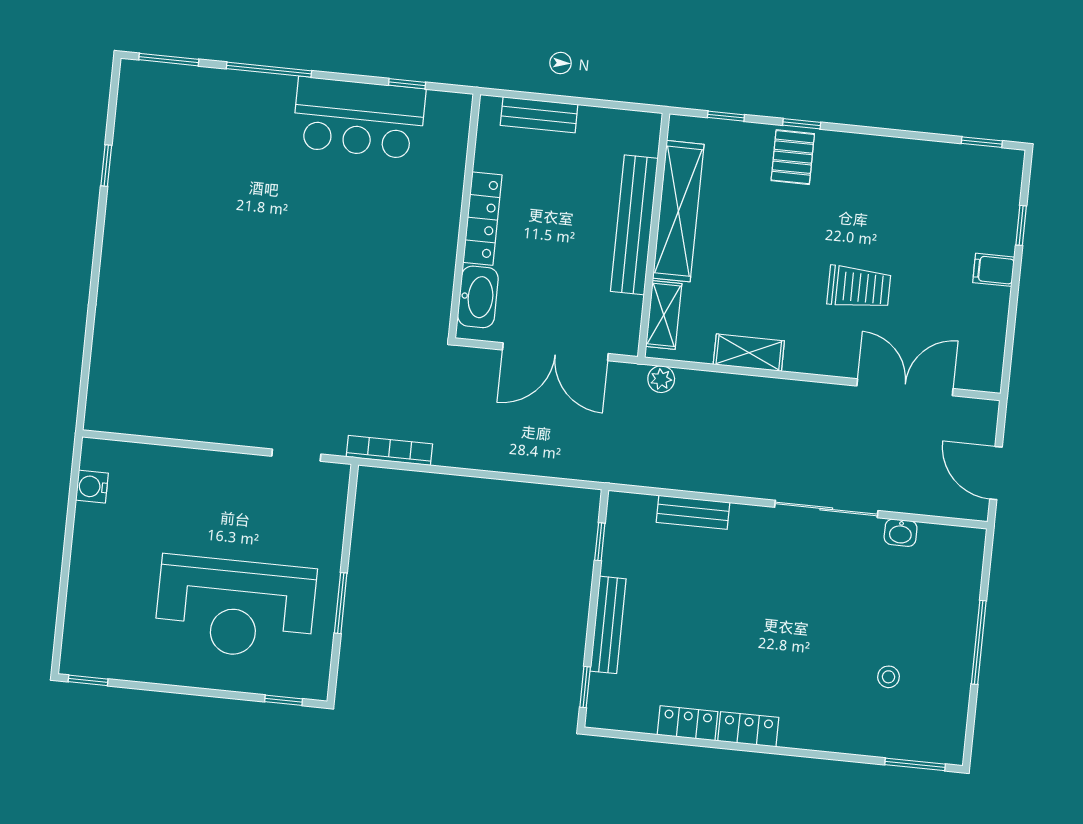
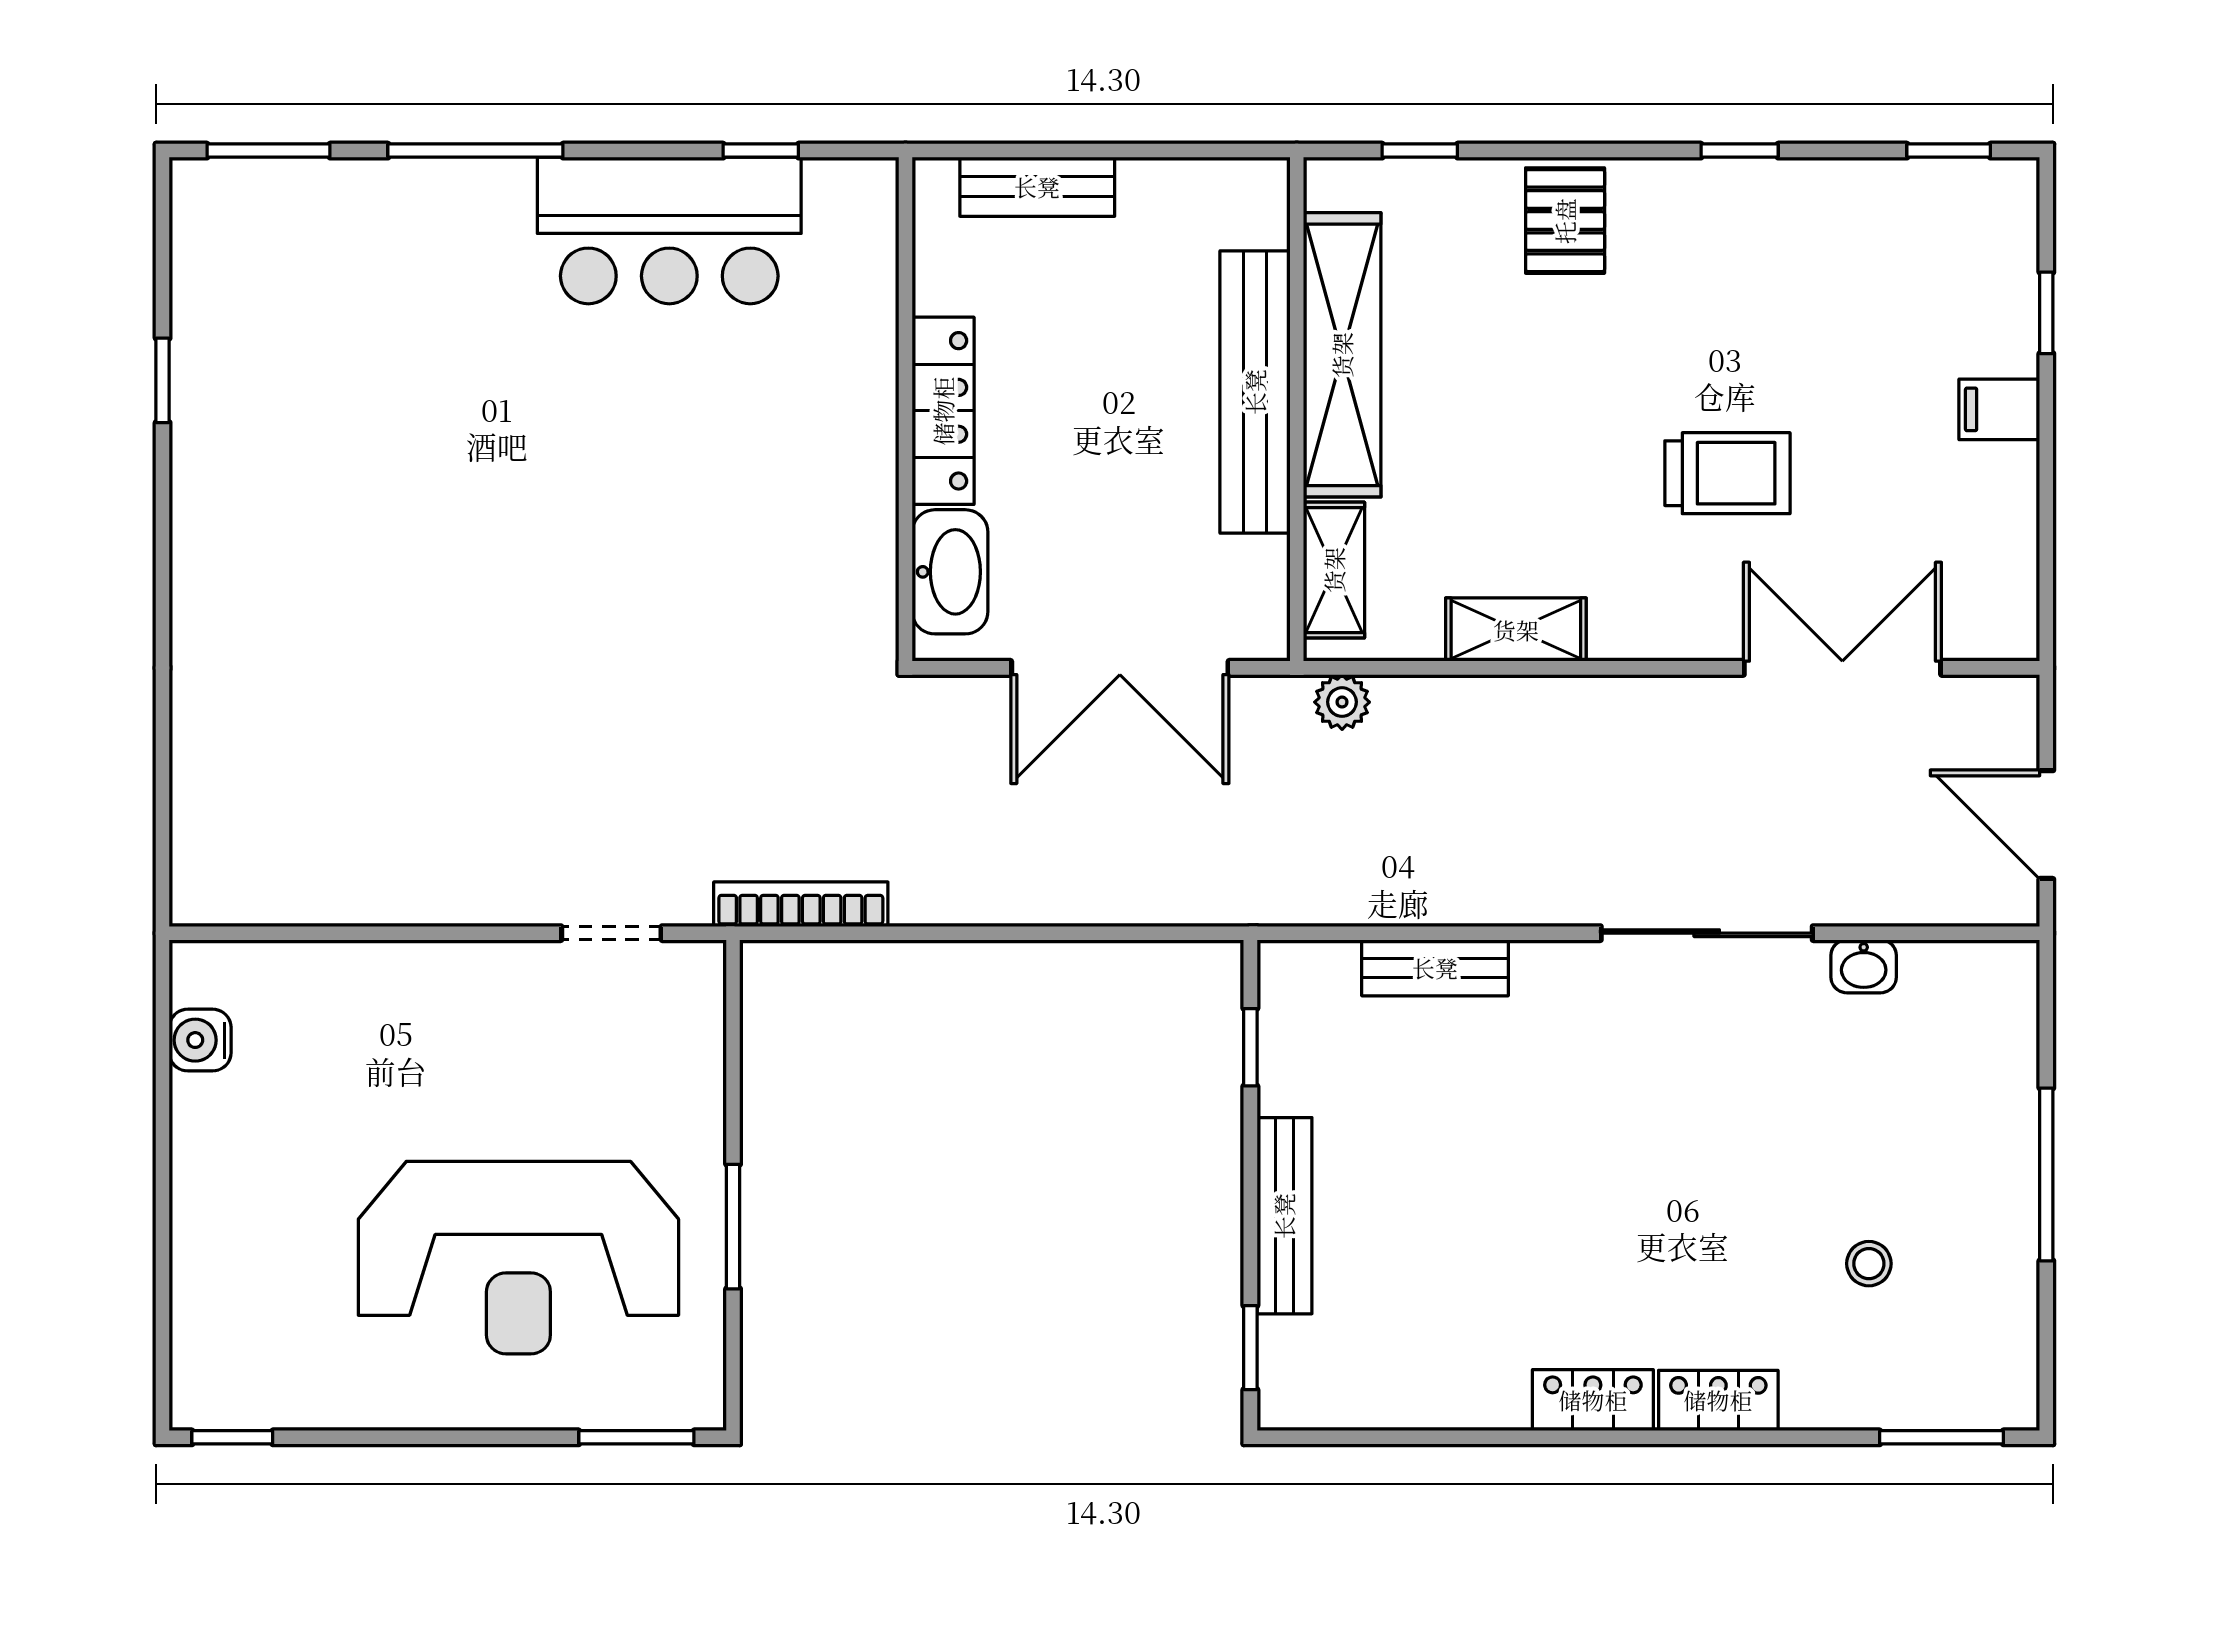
window: (802, 124) -> (1740, 151), moved
window: (284, 700) -> (636, 1437), width x1.50
locker: (688, 723) -> (1718, 1400), moved

